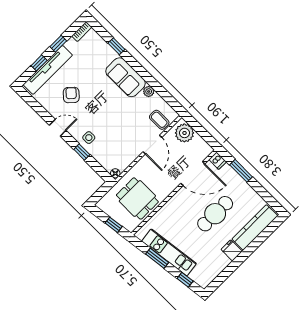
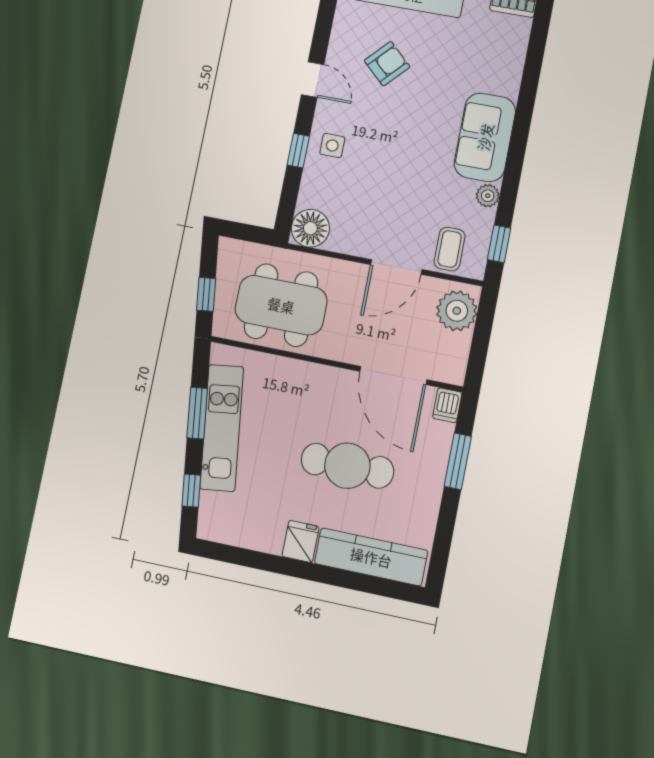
window: (116, 46) -> (499, 244), moved
floor lamp: (115, 173) -> (310, 228), width x1.89, depth x1.89
dining table: (137, 198) -> (281, 305), width x1.38

